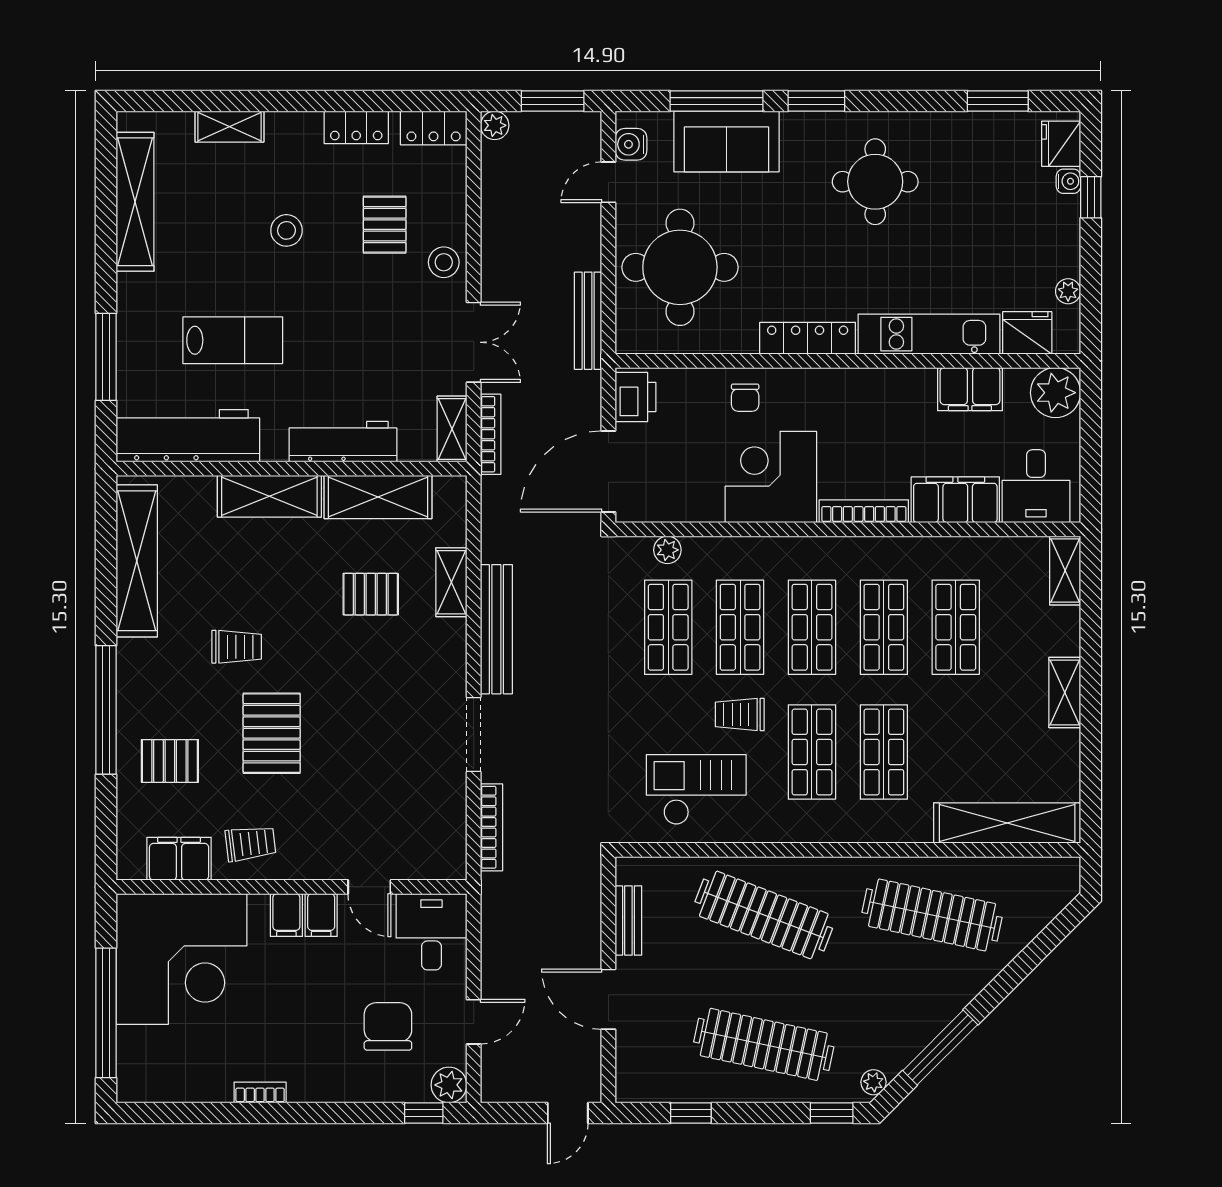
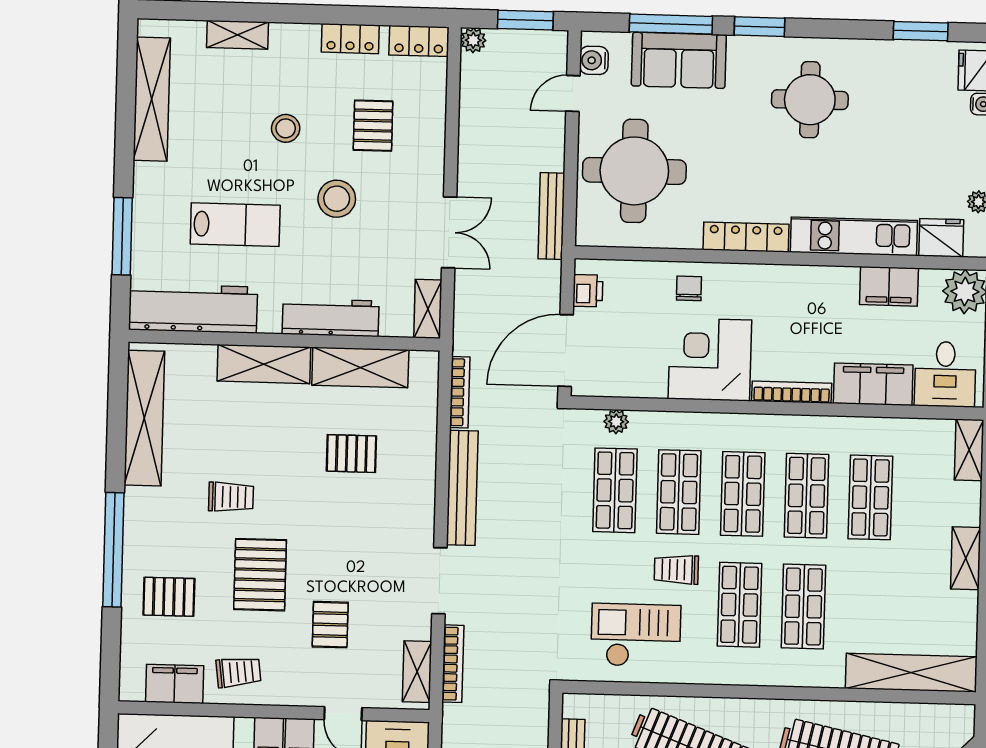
stool: (444, 262) -> (337, 199), moved, width x1.38, depth x1.38
printer: (635, 397) -> (588, 291), width x0.73, depth x0.81
chair: (745, 398) -> (689, 288), turned 180
bookcase: (491, 434) -> (460, 392), moved
shelving: (451, 582) -> (417, 672), moved
pallet: (352, 787) -> (330, 625), added

